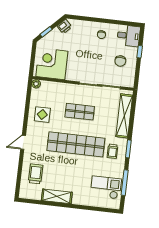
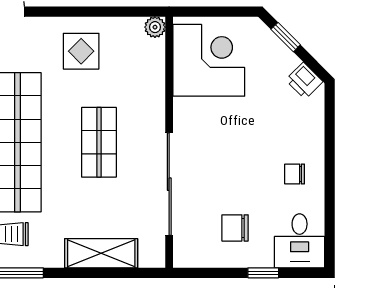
shelving: (124, 116) -> (101, 253), width x0.68

